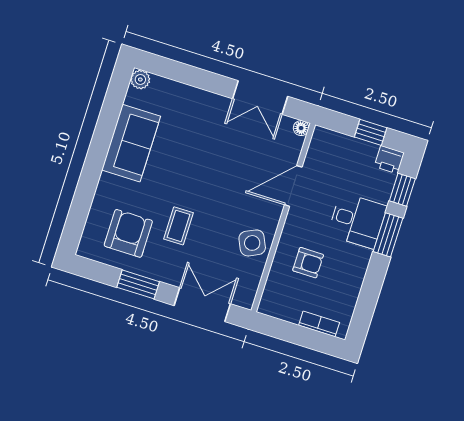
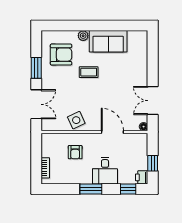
plant: (140, 79) -> (83, 36), moved
coffee table: (179, 226) -> (89, 72), moved
window: (388, 235) -> (91, 189), moved

